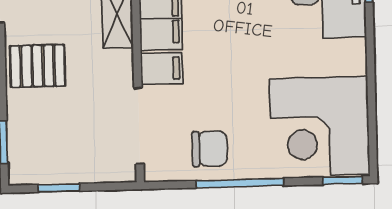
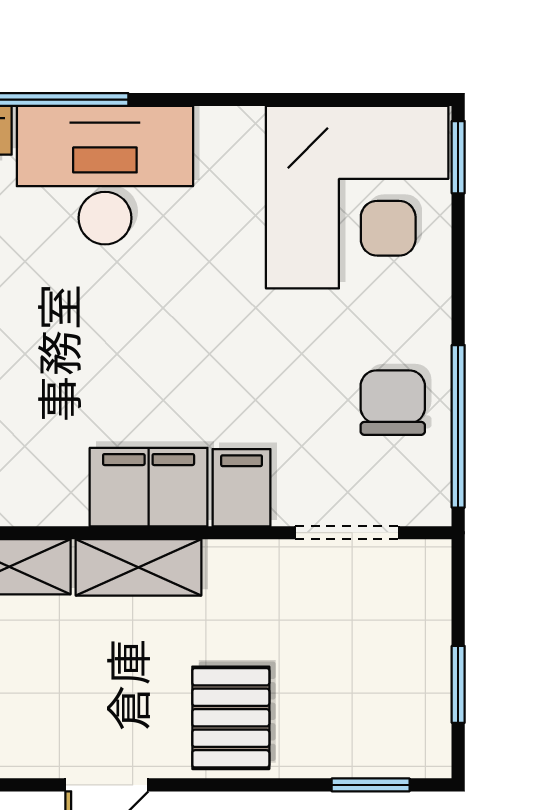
doorway: (139, 126) -> (347, 533), width x0.73
window: (240, 183) -> (458, 426), moved

